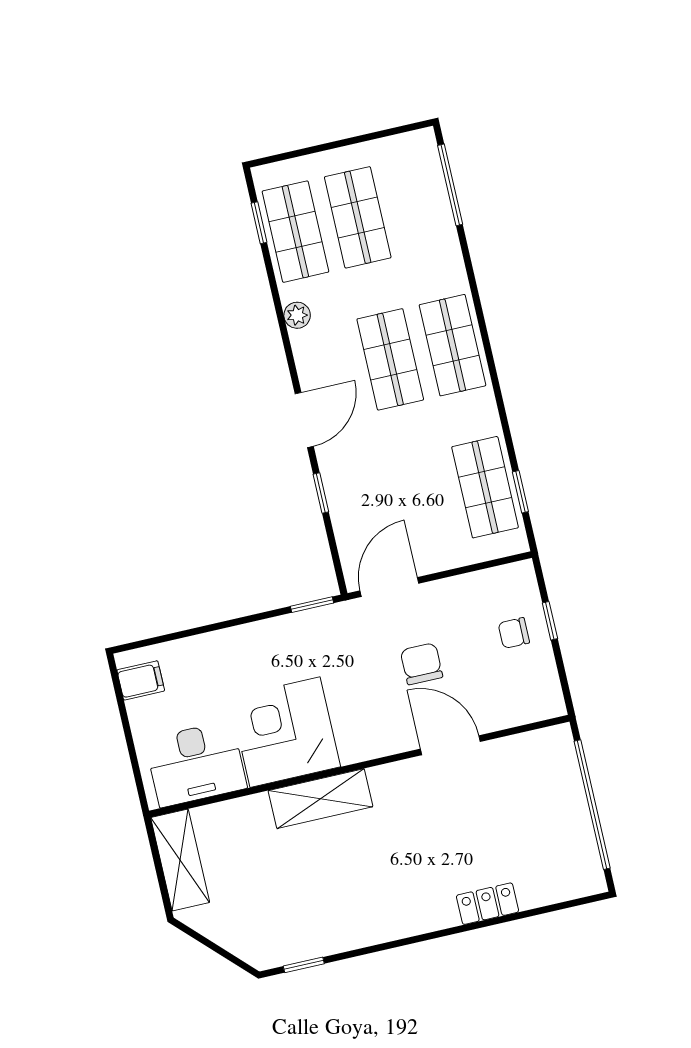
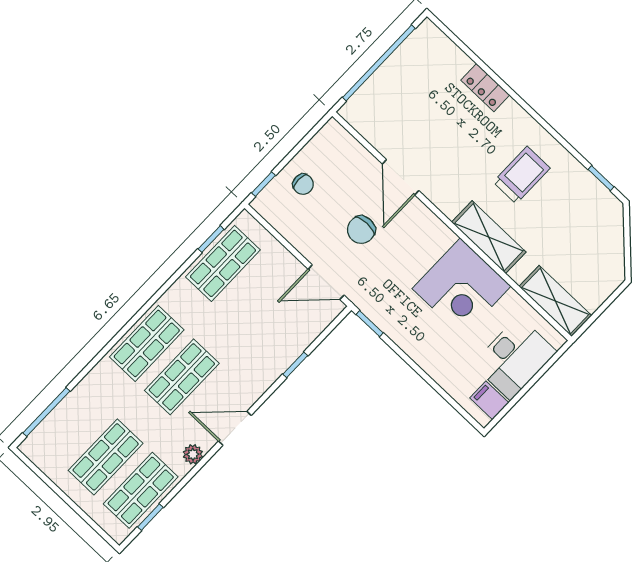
door: (304, 420) -> (235, 428), moved
window: (550, 621) -> (263, 184), moved
desk: (196, 764) -> (514, 358), moved, turned 90
shelving: (180, 860) -> (555, 301), moved, turned 90
trolley: (365, 880) -> (522, 175), added

